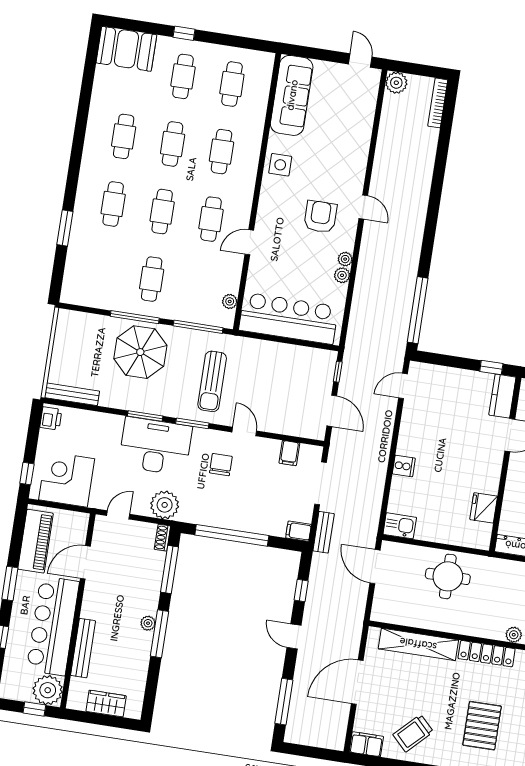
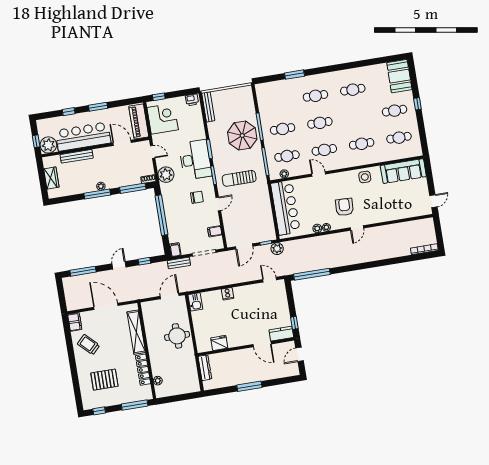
plant: (396, 83) -> (277, 249), moved
cafe table: (173, 144) -> (287, 156), moved
armchair: (320, 217) -> (344, 207), turned -87
piano: (35, 541) -> (139, 121), moved, turned 90

